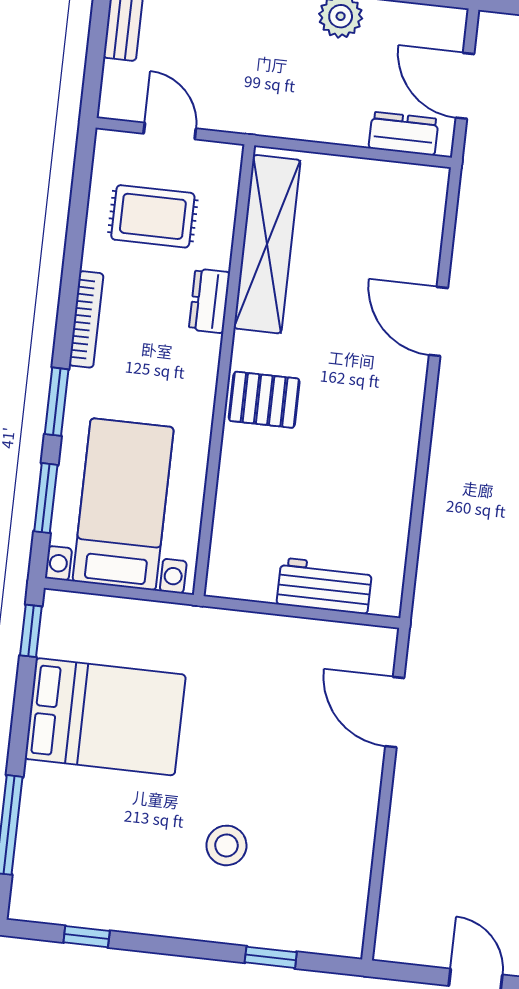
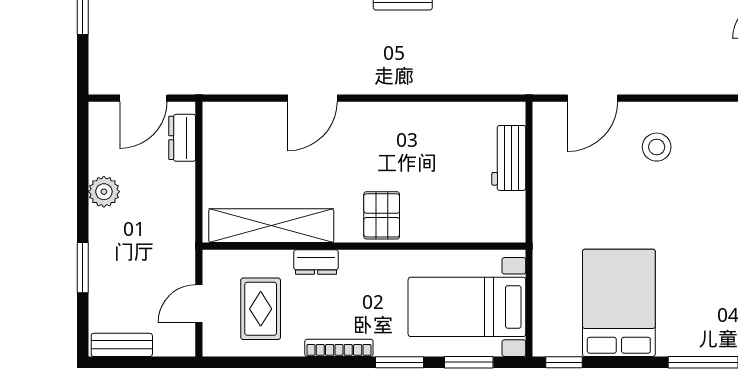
stool: (226, 845) -> (657, 147), moved

